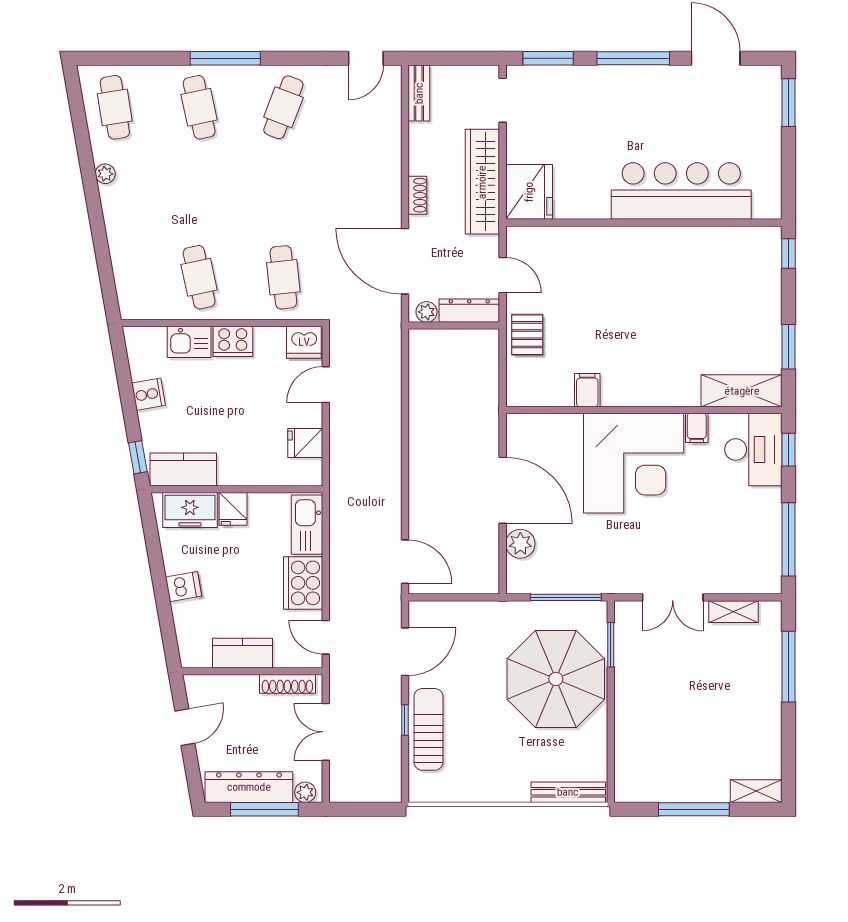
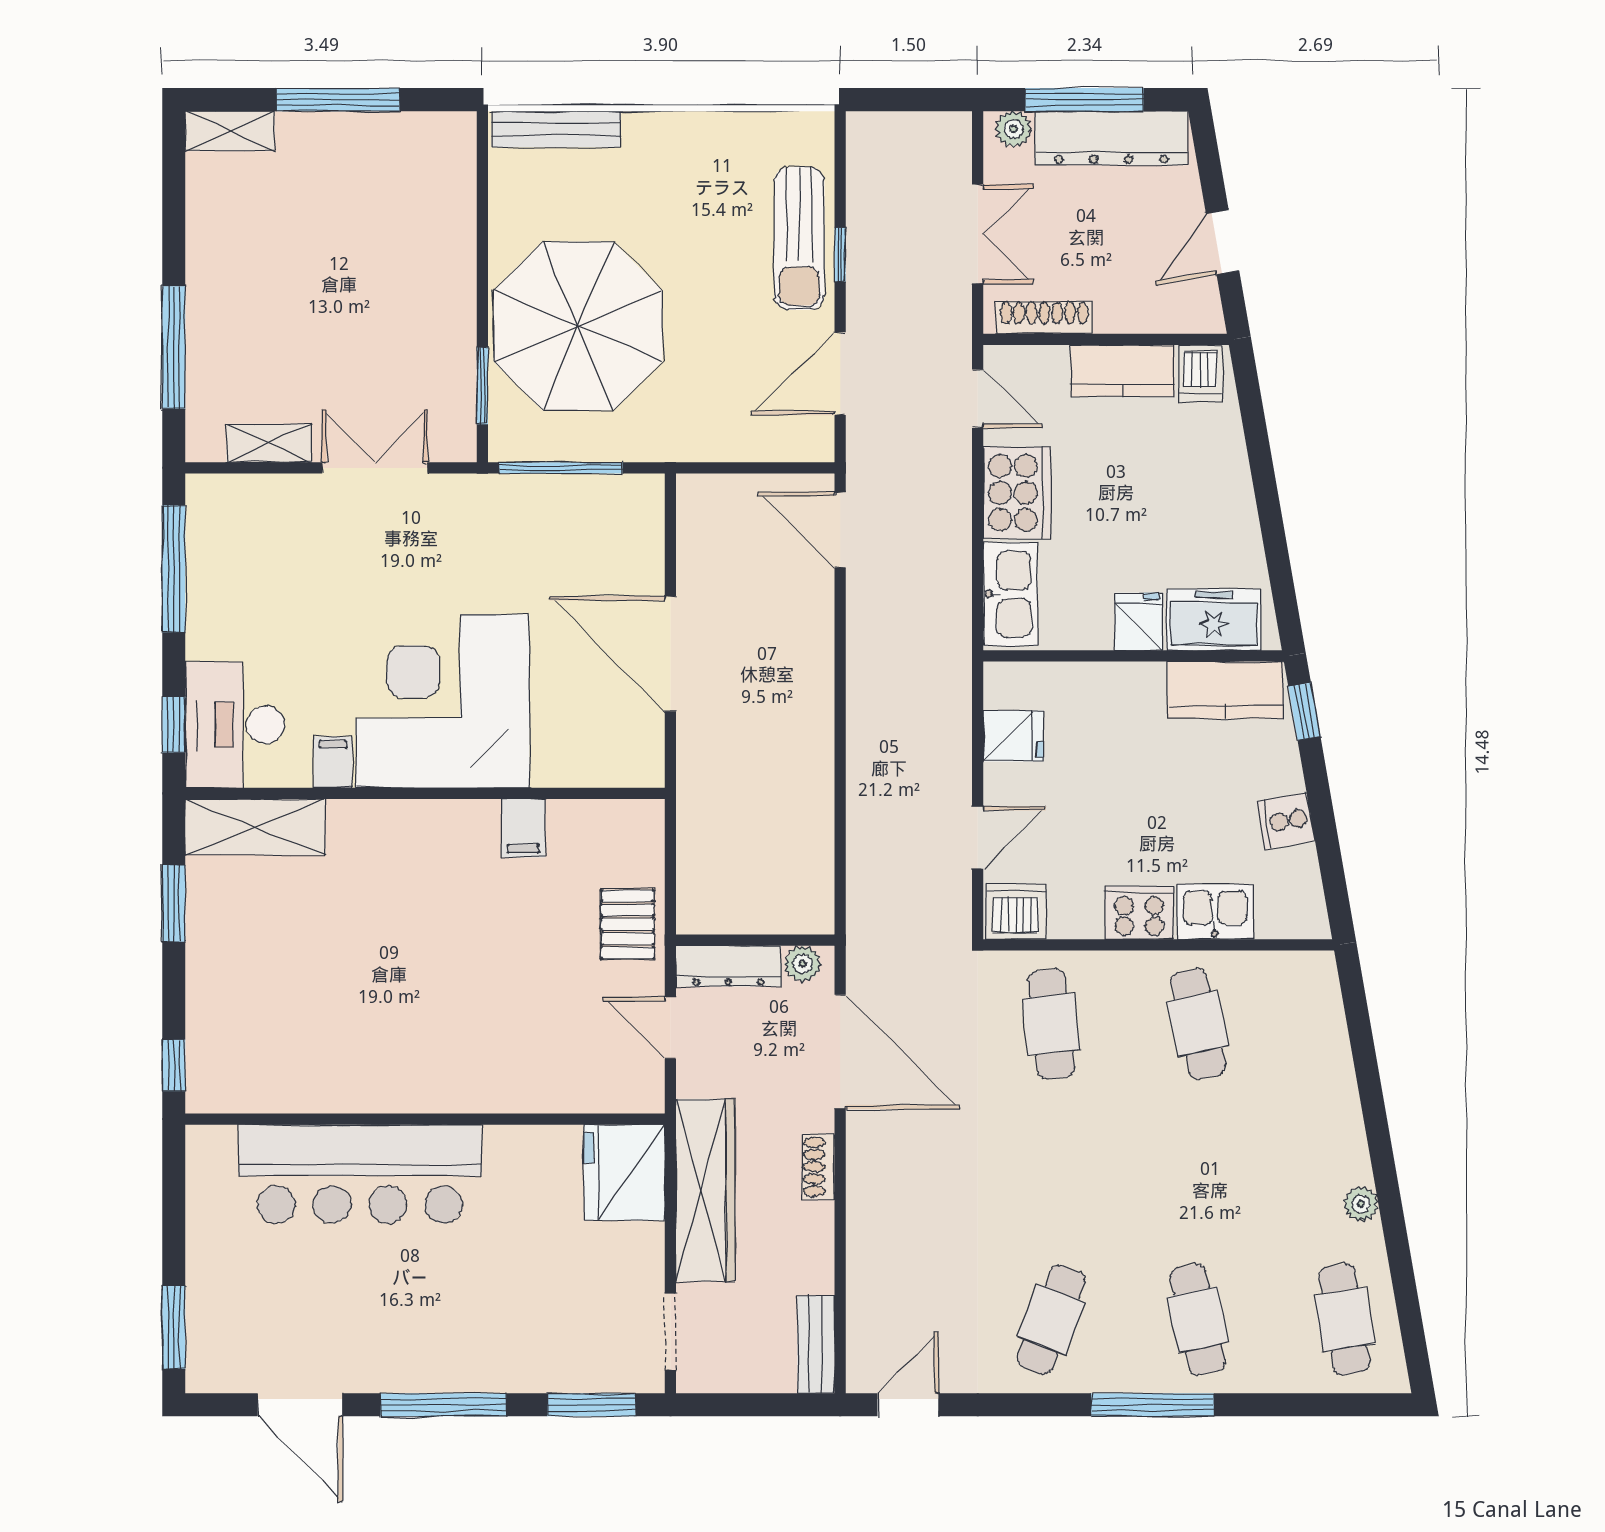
plant: (520, 544) -> (640, 561), removed
dishwasher: (184, 587) -> (1200, 373), moved, turned -80

